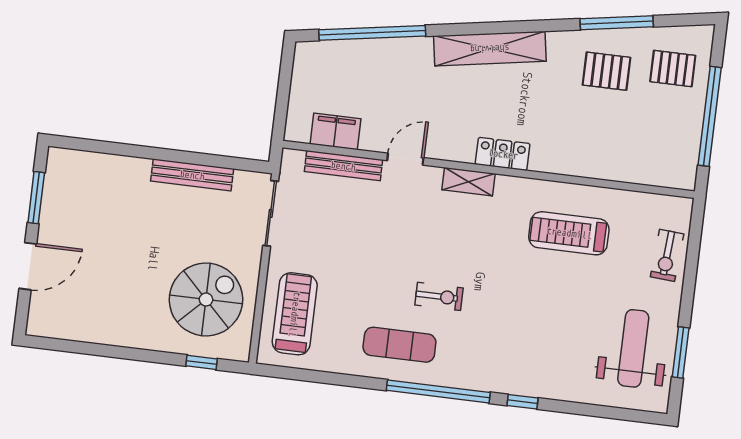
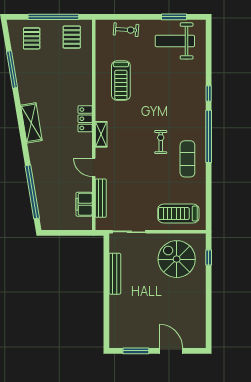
shelving: (490, 49) -> (31, 123), width x0.68
pallet: (606, 71) -> (72, 37), moved

